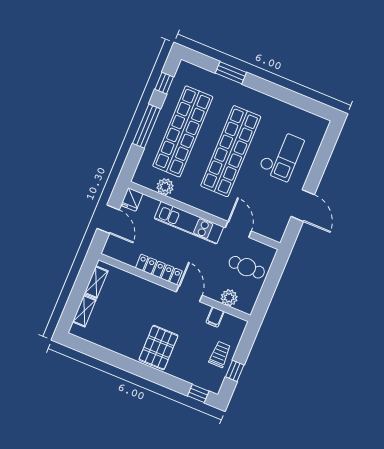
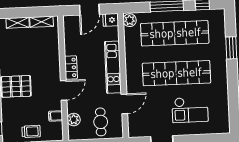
plant: (165, 187) -> (130, 20), moved
locker: (159, 269) -> (71, 67), width x0.66

